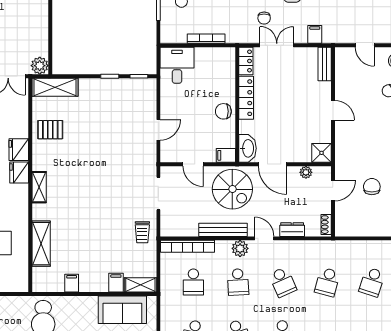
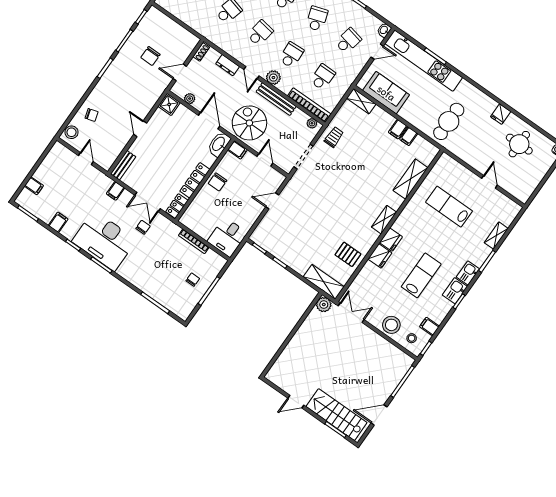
chair: (223, 111) -> (217, 182), turned 90
plant: (173, 231) -> (312, 123), added
school desk: (283, 282) -> (260, 33), turned 33
filing cabinet: (116, 283) -> (398, 129), moved

